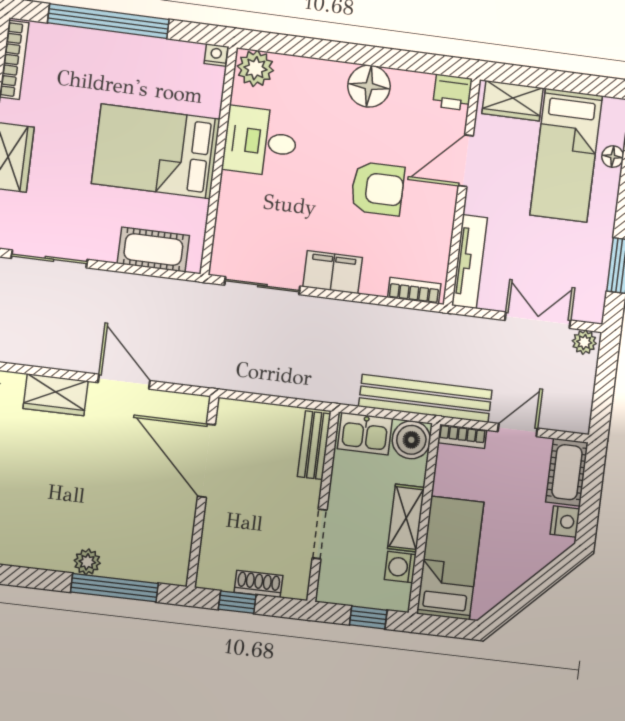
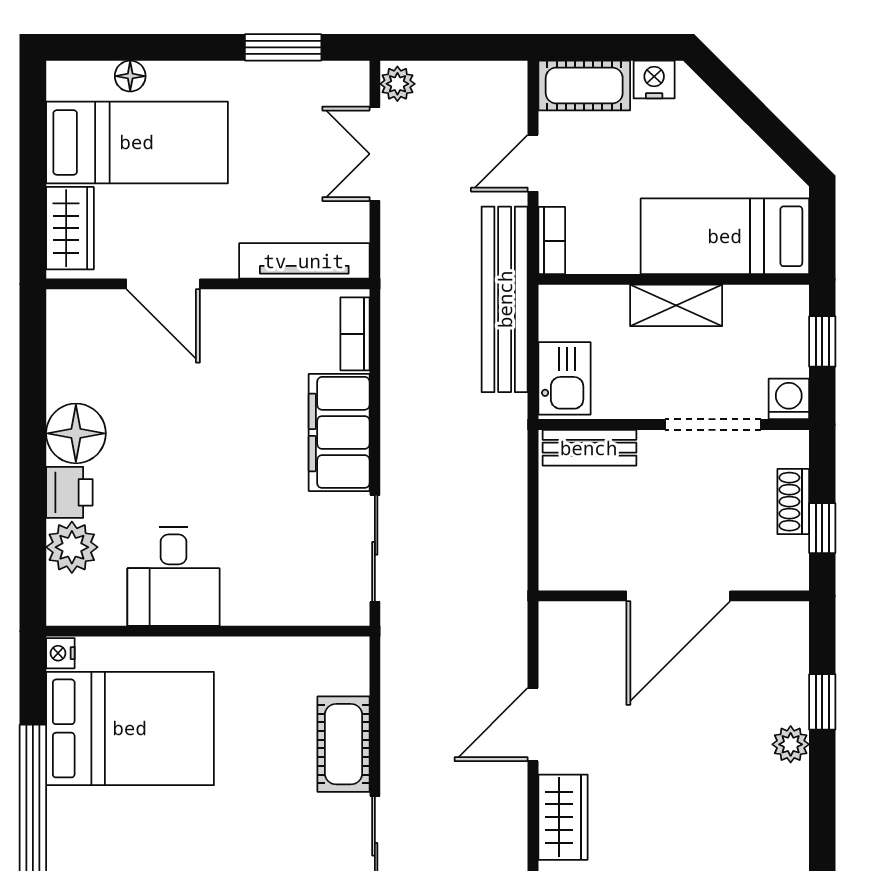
plant: (255, 68) -> (72, 547), moved
printer: (452, 92) -> (69, 492), moved
bed: (156, 151) -> (130, 728), moved, turned -90
armchair: (378, 189) -> (218, 403), removed
cot: (153, 250) -> (343, 744), moved
filing cabinet: (333, 272) -> (339, 432), width x1.50, depth x1.17
door: (518, 430) -> (533, 163), hinge flipped
boiler: (411, 440) -> (565, 312), removed
door: (206, 461) -> (678, 596), moved
doorway: (320, 534) -> (713, 424), width x1.38
washing machine: (400, 567) -> (789, 399), moved, turned 180
window: (114, 588) -> (822, 702), width x0.46

